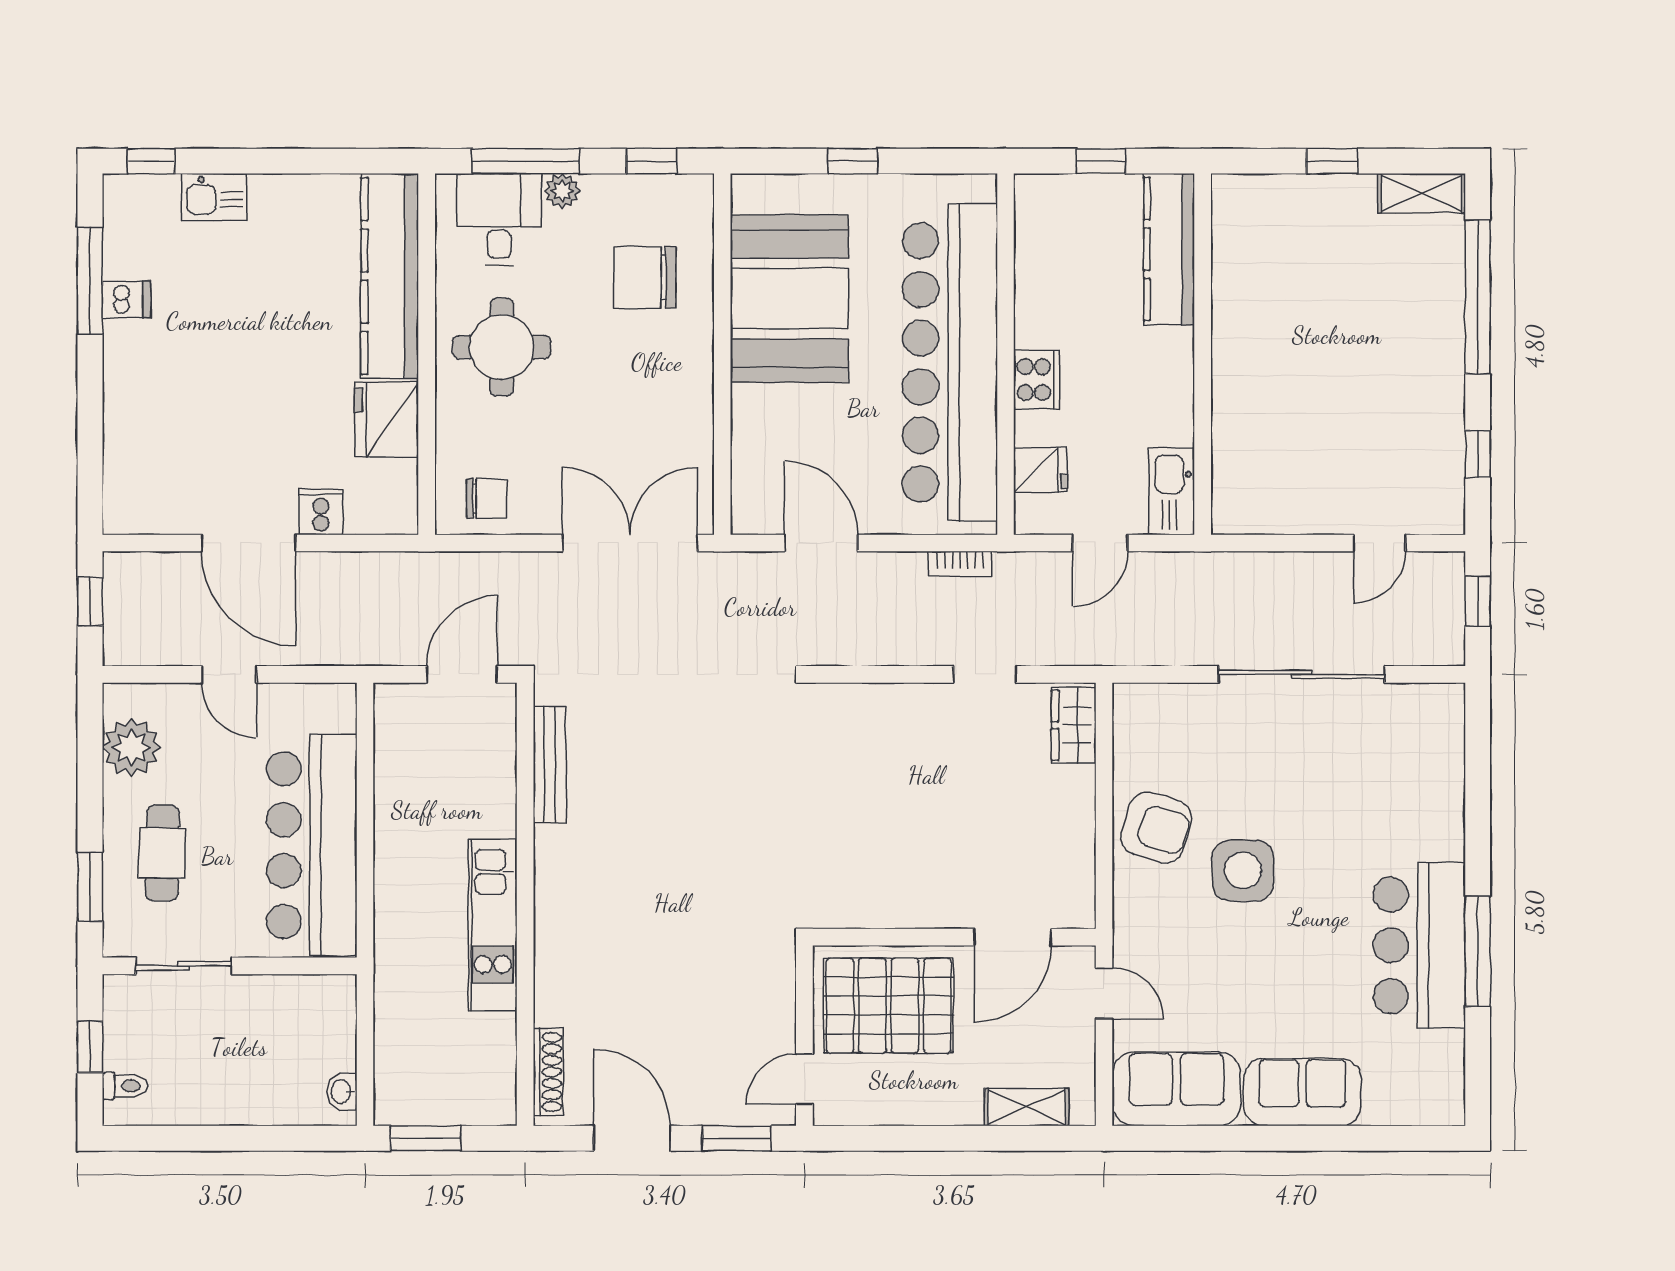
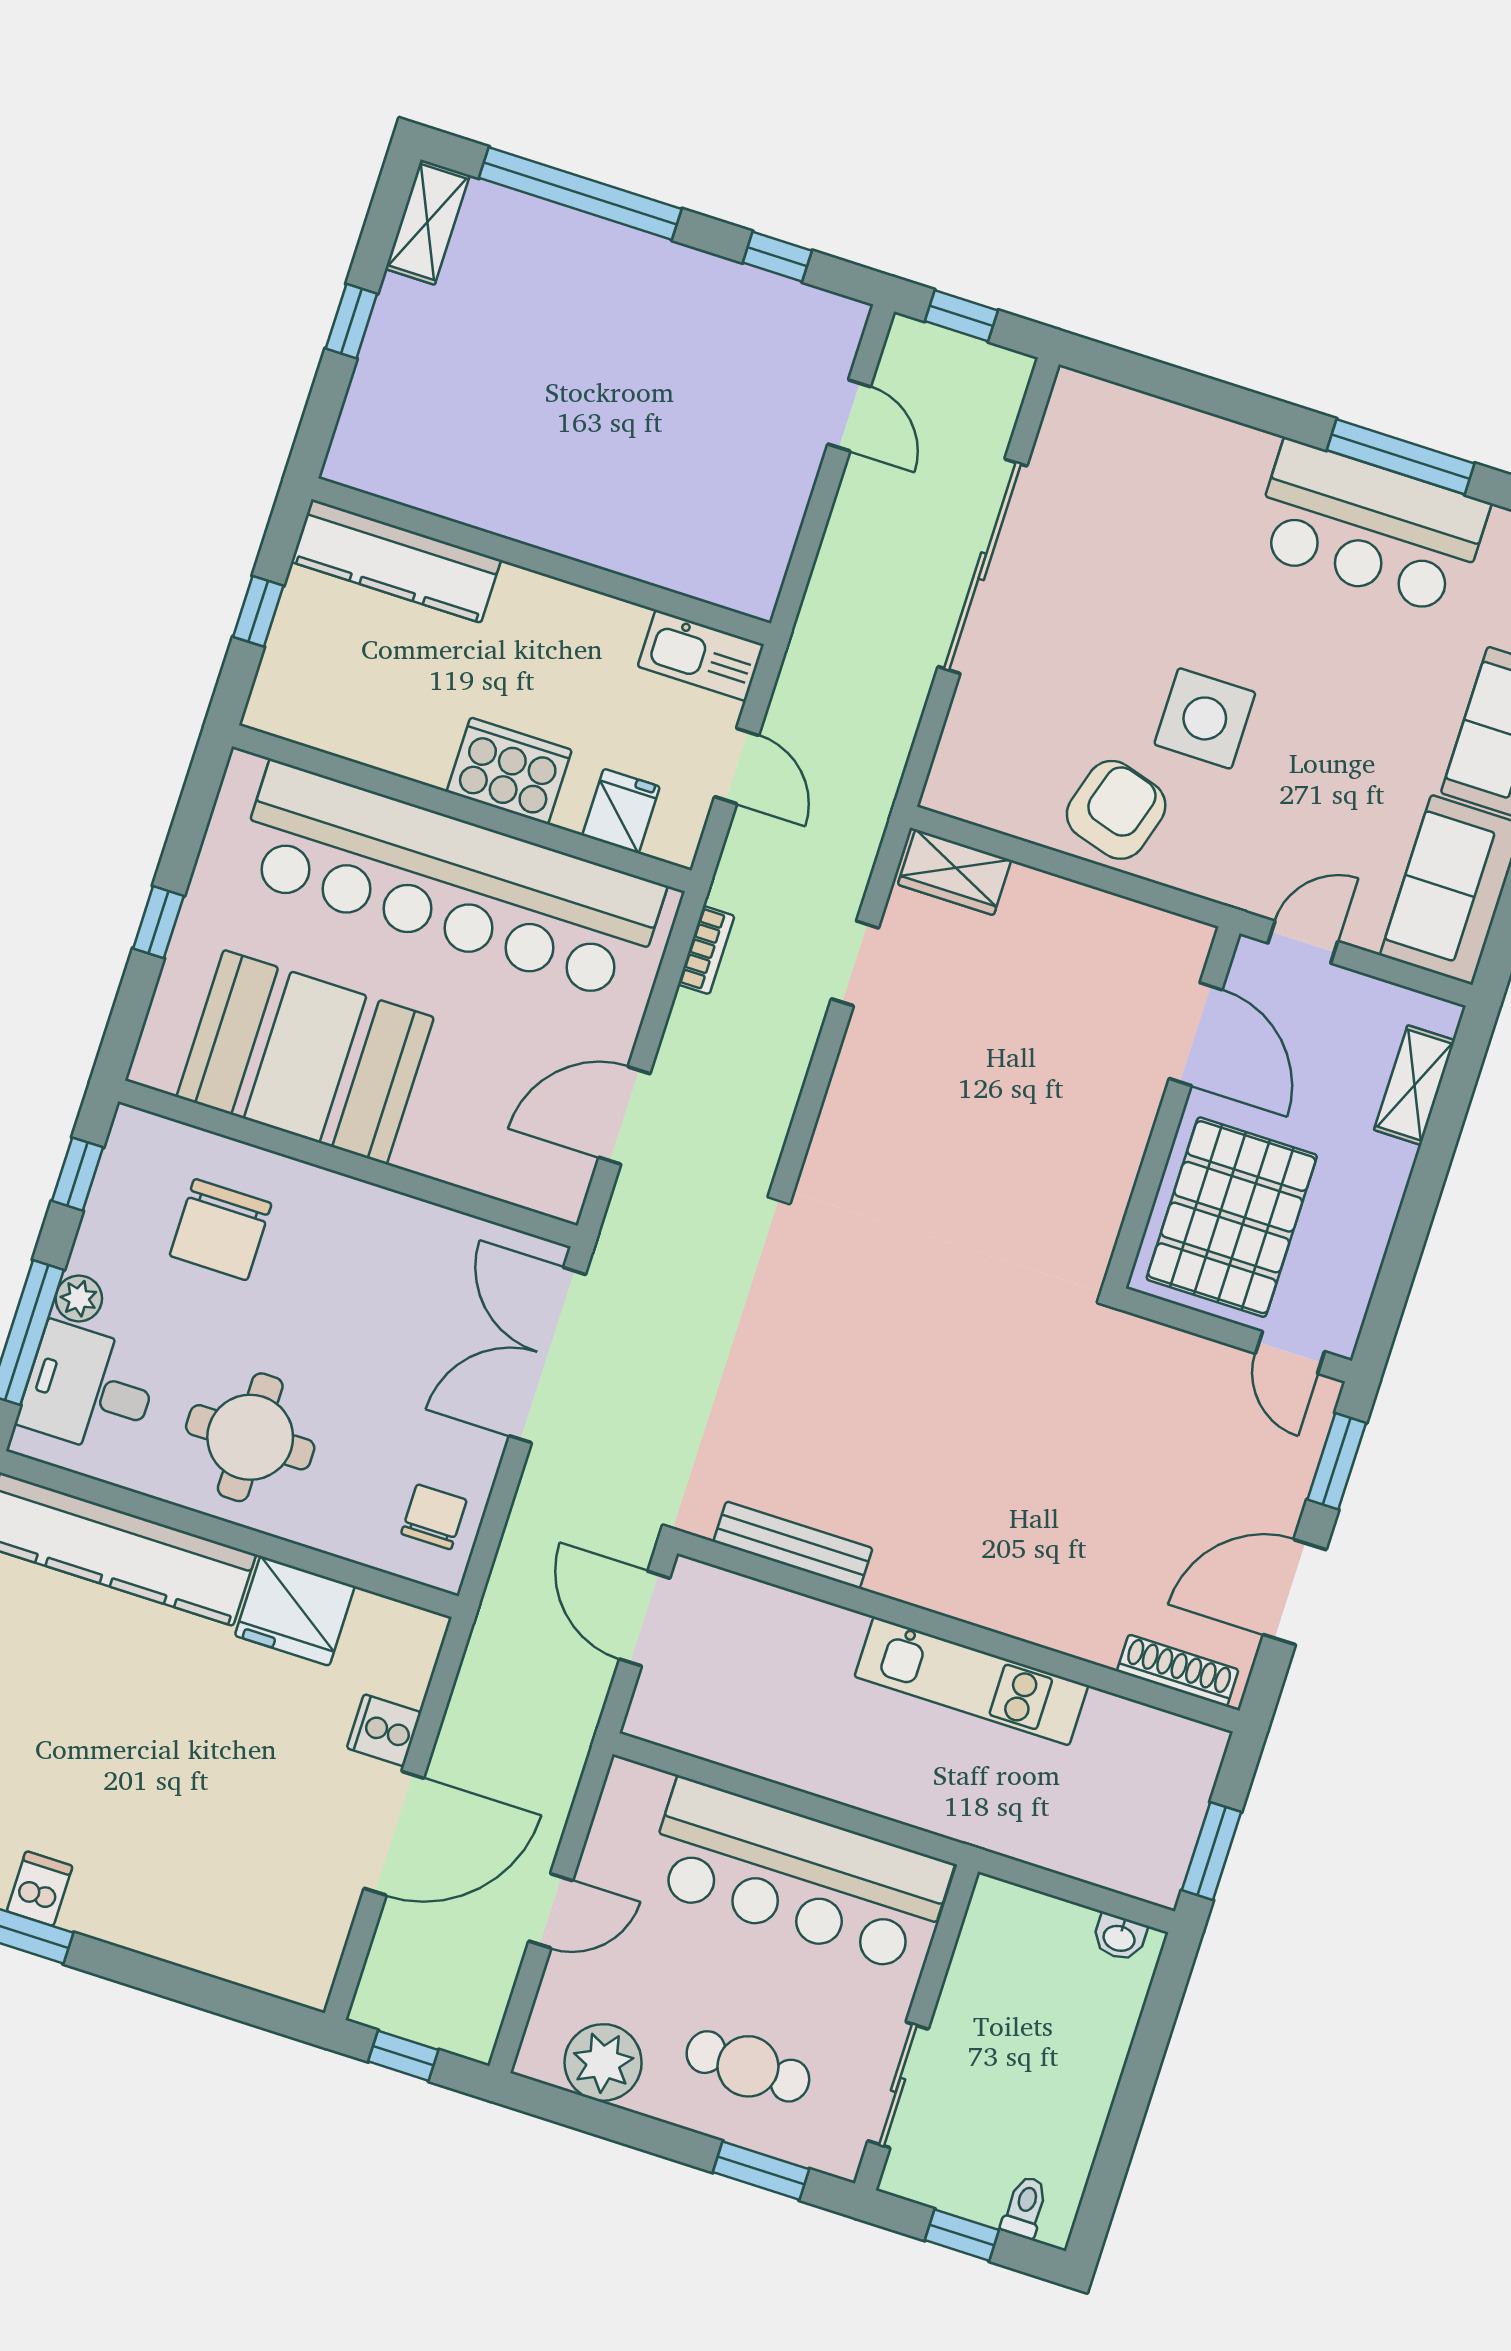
cooker: (1037, 380) -> (509, 771), width x1.37, depth x1.31

